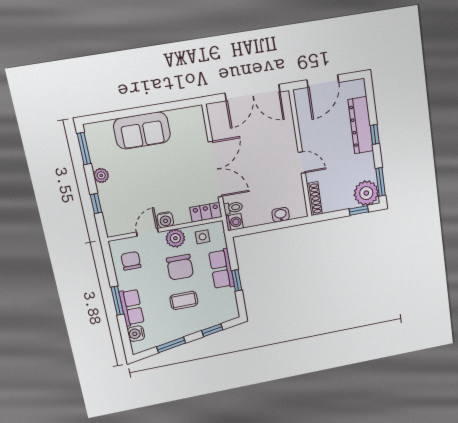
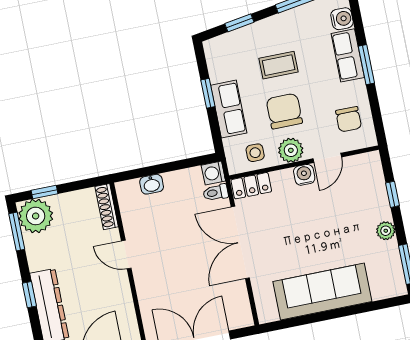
sofa: (142, 131) -> (322, 292), width x1.36

